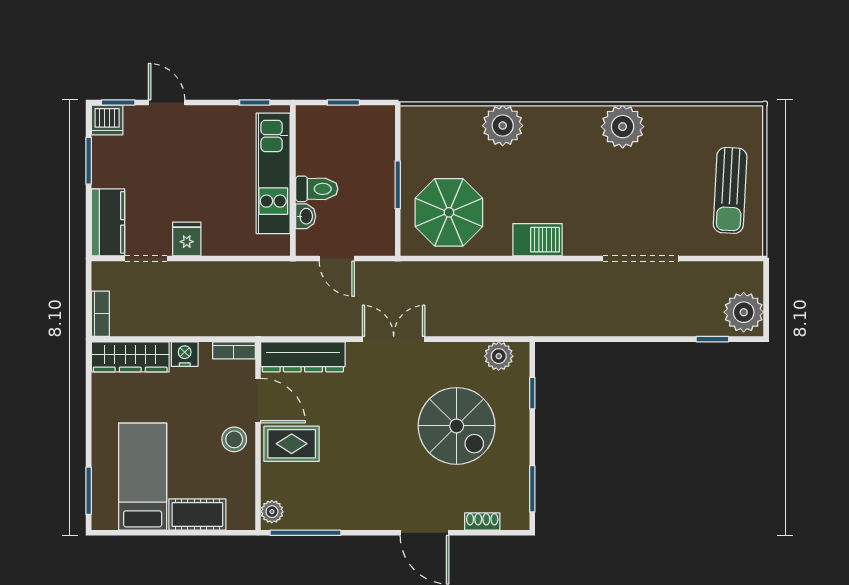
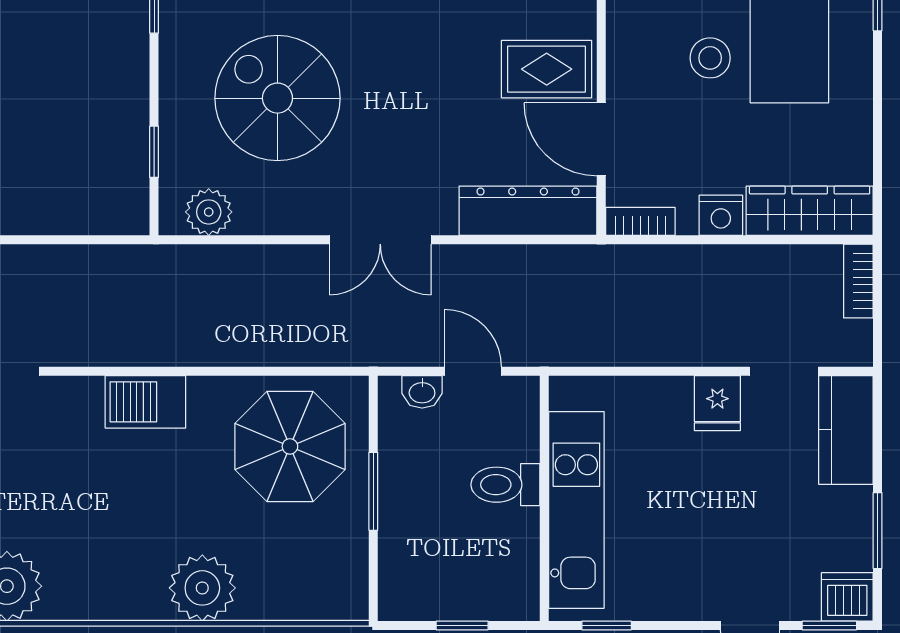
washbasin: (306, 216) -> (422, 392), moved, turned -90
stool: (234, 439) -> (710, 58), moved

